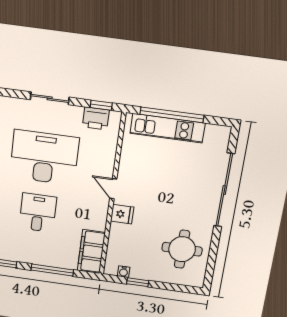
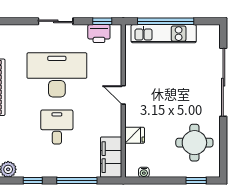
fridge: (122, 214) -> (135, 135), moved
window: (138, 282) -> (196, 181), moved

